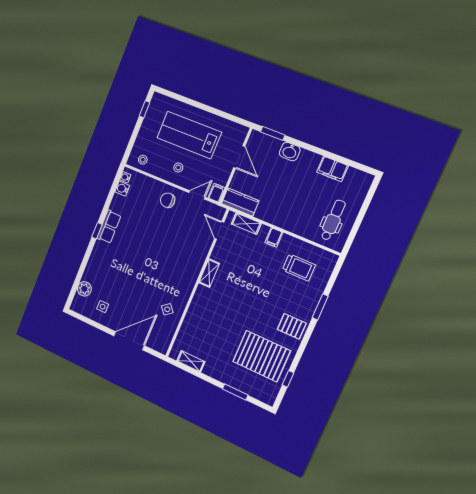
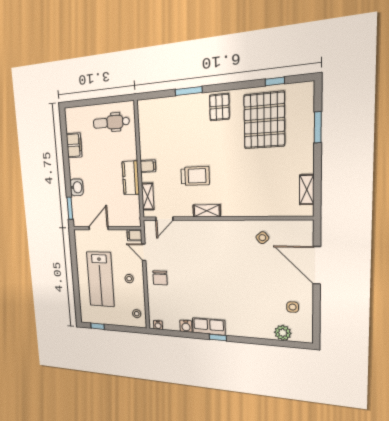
water cooler: (122, 189) -> (186, 326), moved
kitchen counter: (240, 202) -> (131, 178), moved
trolley: (299, 267) -> (195, 176), moved, turned 90

